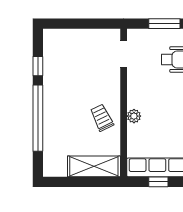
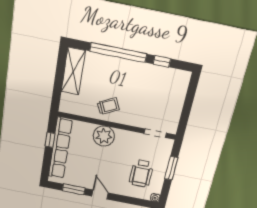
plant: (134, 116) -> (104, 136), width x1.88, depth x1.88
shelving: (94, 166) -> (73, 71), moved

